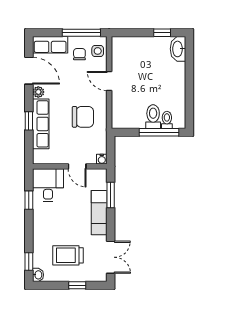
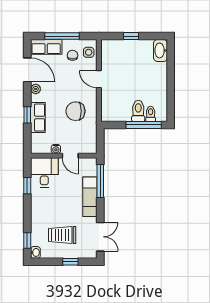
window: (81, 33) -> (62, 36), moved
window: (162, 33) -> (131, 36), moved
chair: (83, 117) -> (75, 111), turned 180
row of seats: (41, 124) -> (38, 118), width x0.68
water cooler: (102, 159) -> (56, 149), moved
window: (111, 195) -> (100, 181), width x1.44

